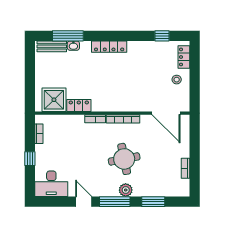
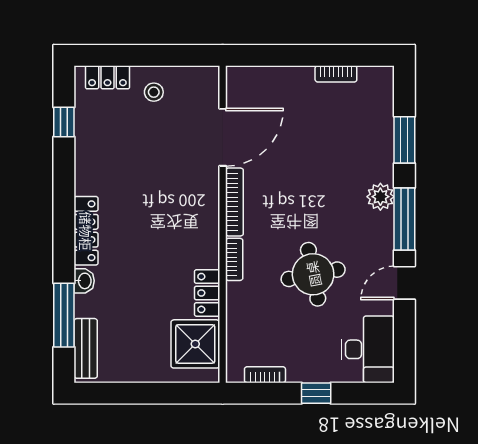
washbasin: (73, 46) -> (84, 281), moved
door: (166, 113) -> (223, 137), moved
round table: (124, 159) -> (313, 274), moved

